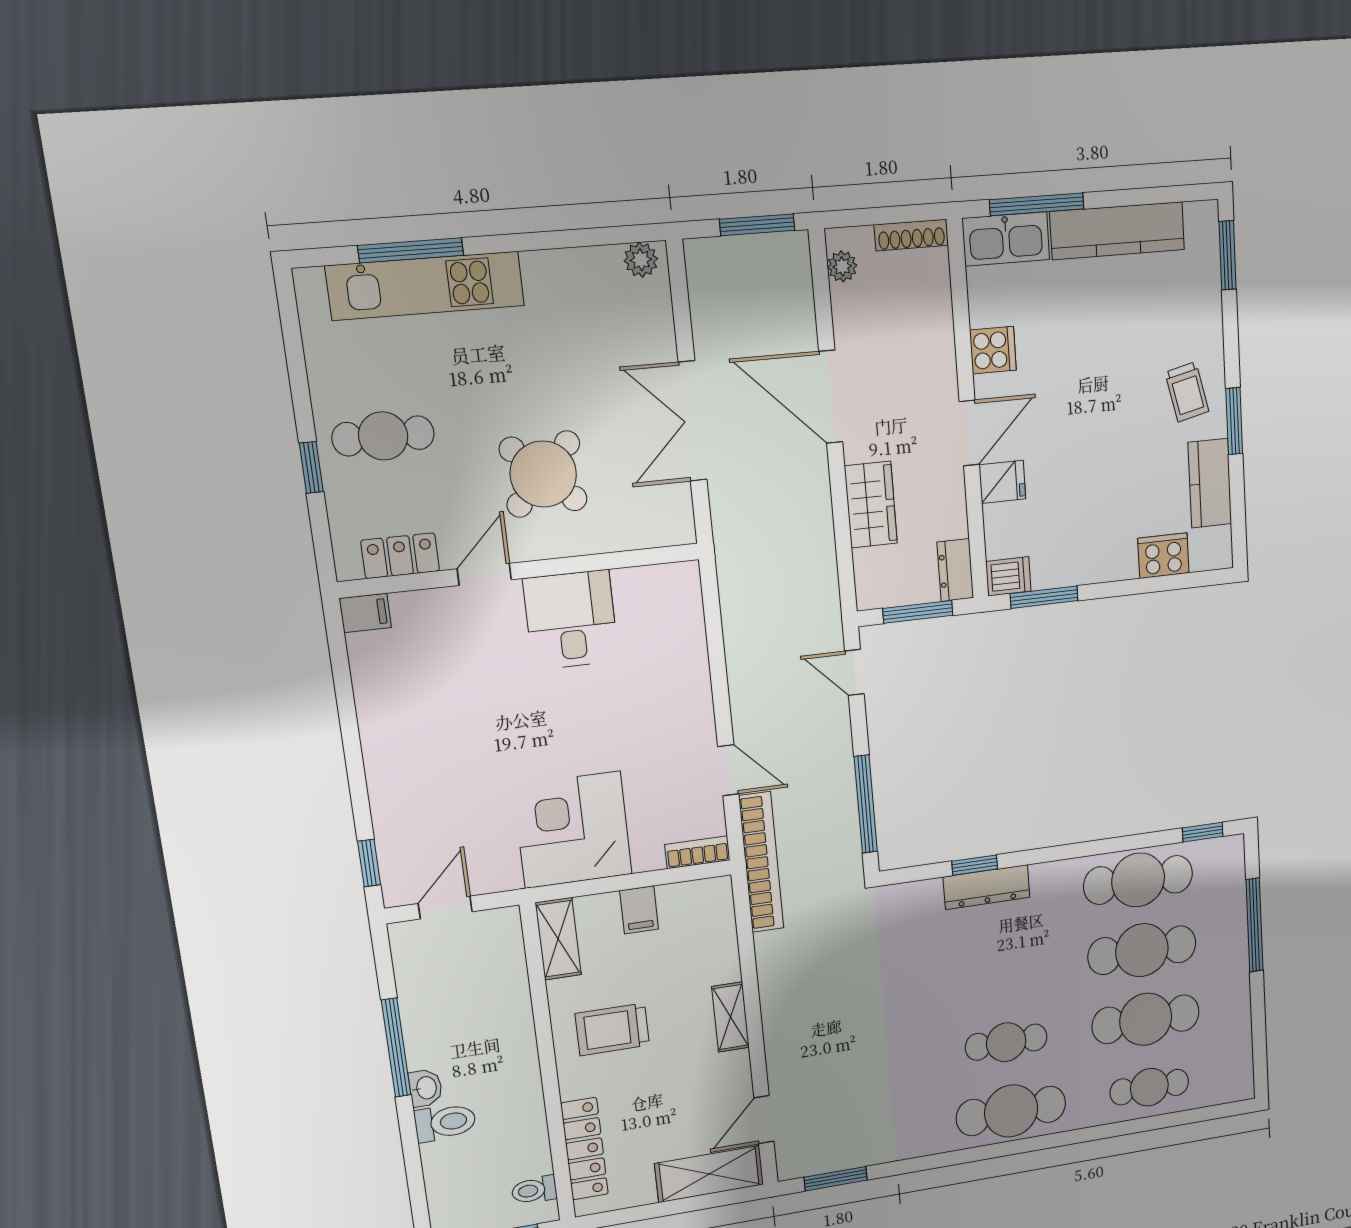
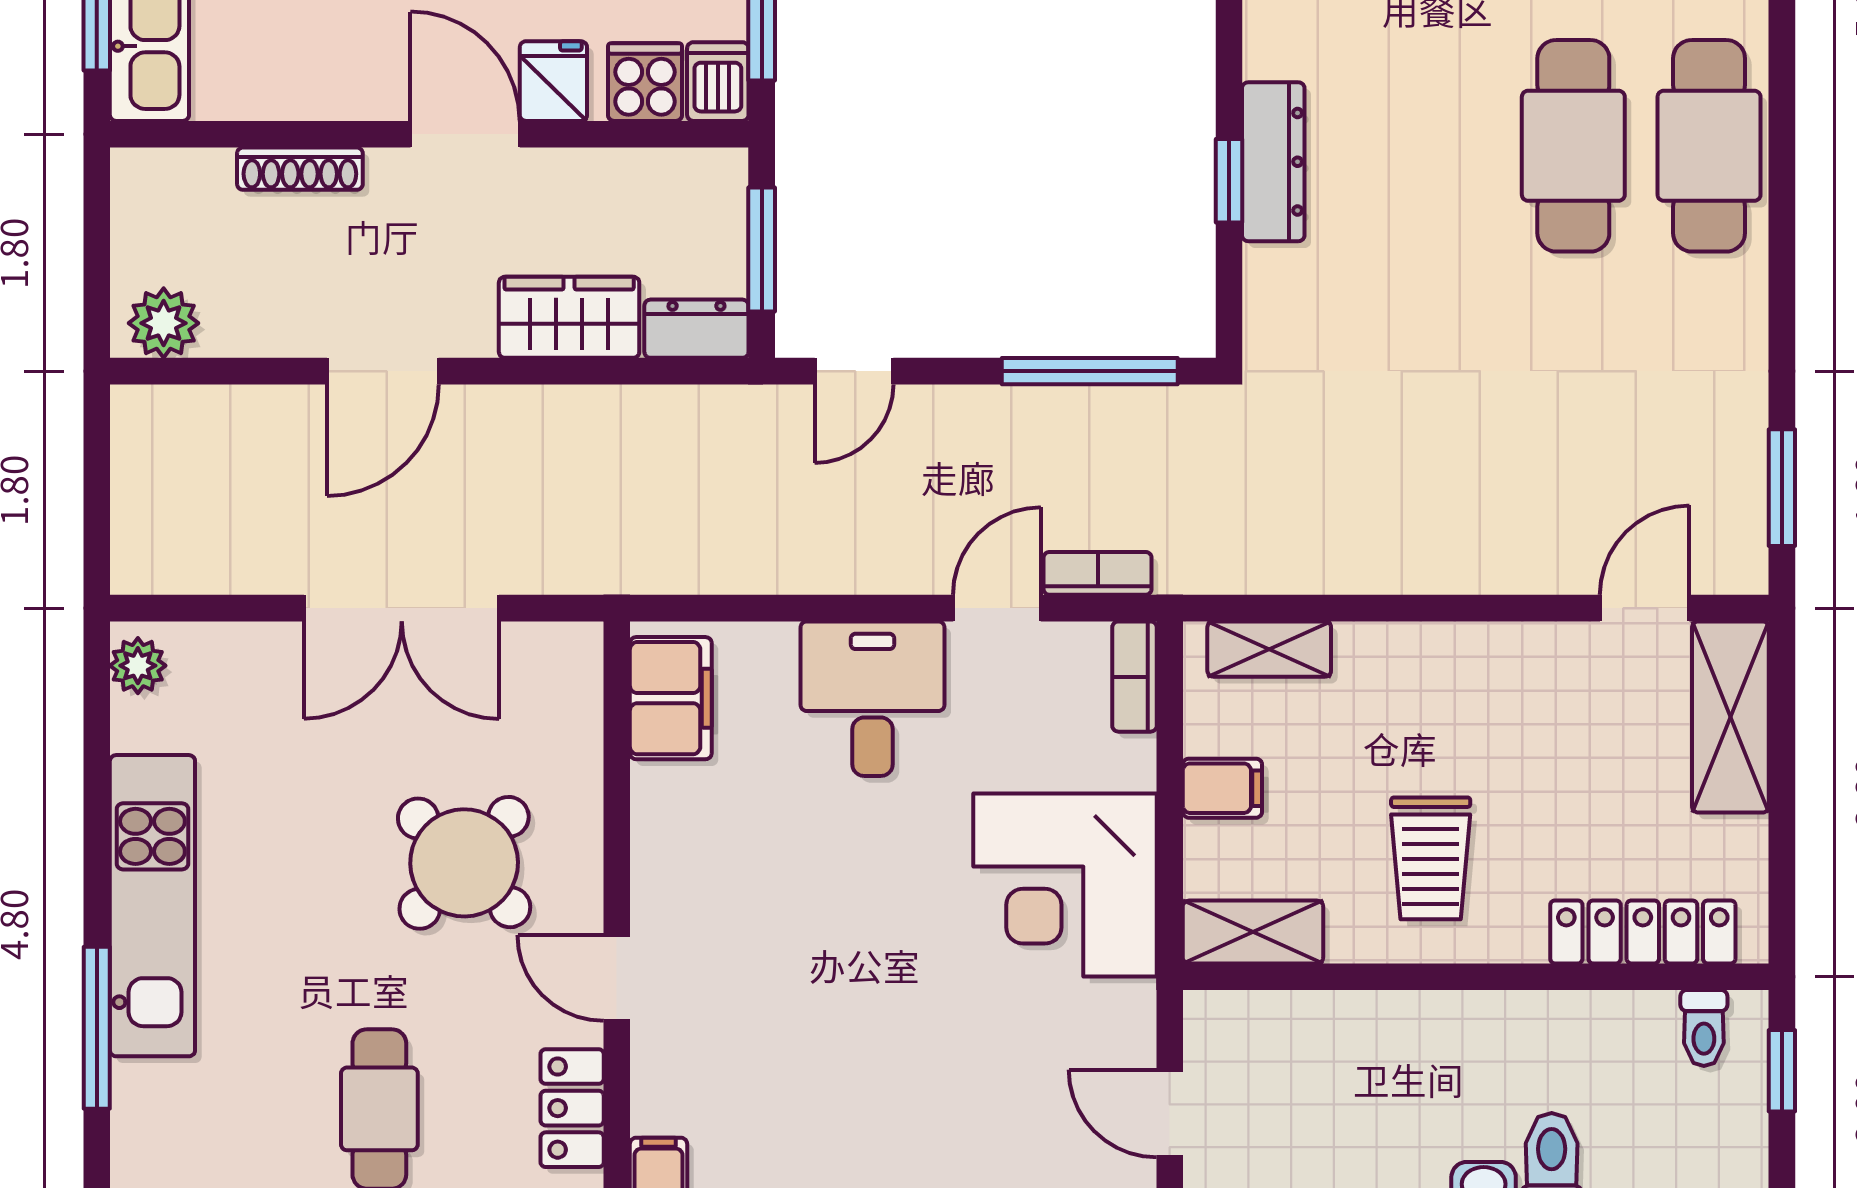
window: (757, 225) -> (97, 469), removed
shoe rack: (911, 235) -> (300, 169), moved, turned 90
plant: (842, 266) -> (164, 323), width x1.38, depth x1.38
kitchen unit: (426, 286) -> (152, 906), moved
cooker: (993, 350) -> (645, 82), moved
door: (831, 397) -> (383, 371), width x0.73
dresser: (955, 570) -> (696, 329), moved, turned 180
filing cabinet: (656, 588) -> (671, 698), added
desk: (571, 620) -> (872, 699), moved, turned 90
bookcase: (761, 862) -> (1098, 573), width x0.43, depth x0.76
shelving: (730, 1017) -> (1269, 649), moved
cafe table: (1006, 1042) -> (1573, 146), width x1.37, depth x1.35
door: (764, 1120) -> (1645, 608), swing flipped

